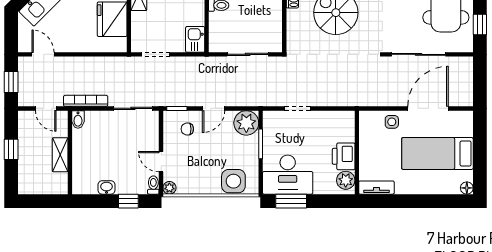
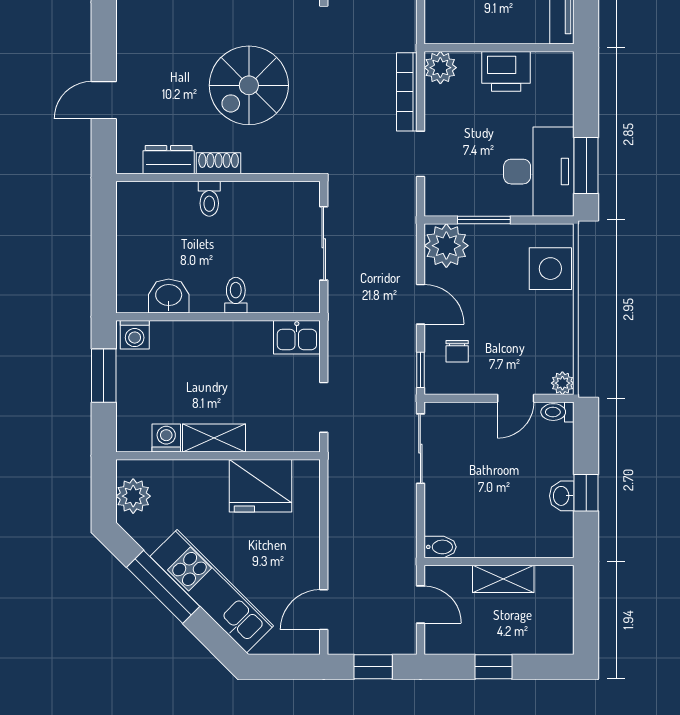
bookcase: (86, 101) -> (407, 92), moved
door: (46, 108) -> (420, 605), hinge flipped
plant: (346, 180) -> (440, 68), moved
window: (128, 201) -> (586, 493), moved

